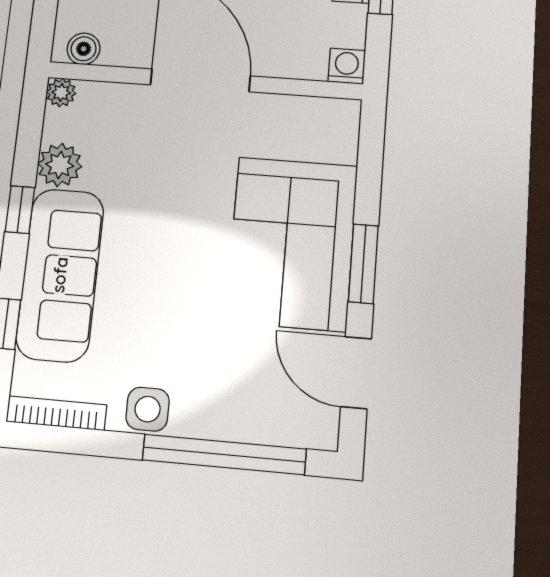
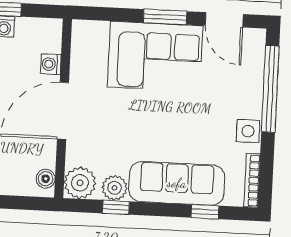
washing machine: (347, 66) -> (51, 64), moved
plant: (61, 93) -> (80, 183), width x1.87, depth x1.87
window: (20, 210) -> (116, 207), moved
door: (356, 373) -> (224, 20), hinge flipped

